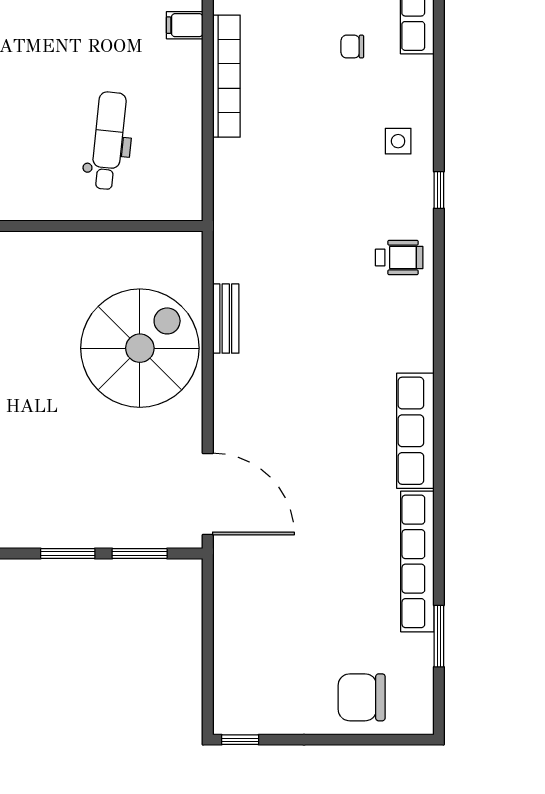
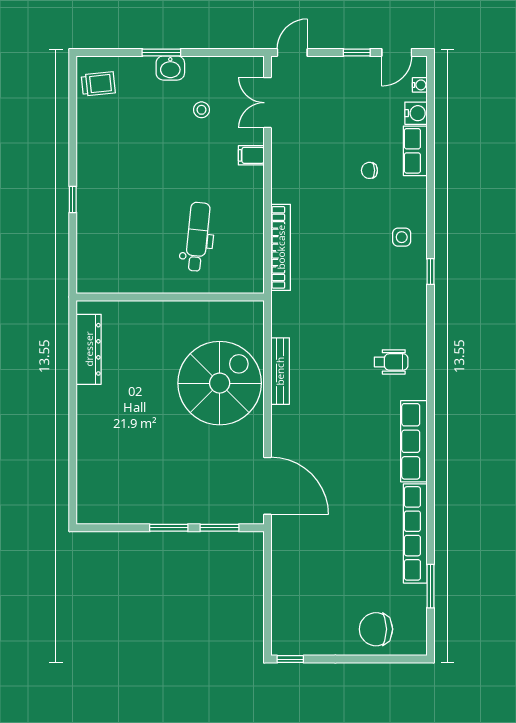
bookcase: (226, 76) -> (281, 247), moved
wheelchair: (399, 258) -> (391, 362), moved
bench: (226, 319) -> (280, 371), width x1.36

